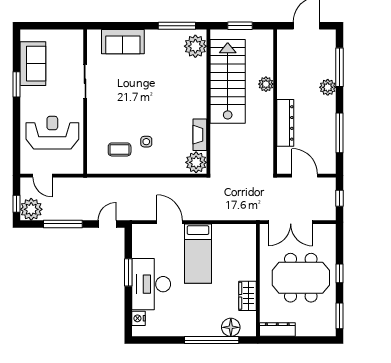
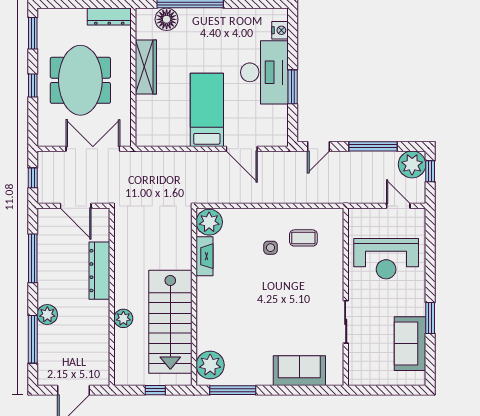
window: (240, 26) -> (155, 390), width x0.67
meeting table: (301, 278) -> (80, 80), turned 90
wardrobe: (248, 296) -> (146, 67), width x1.50

